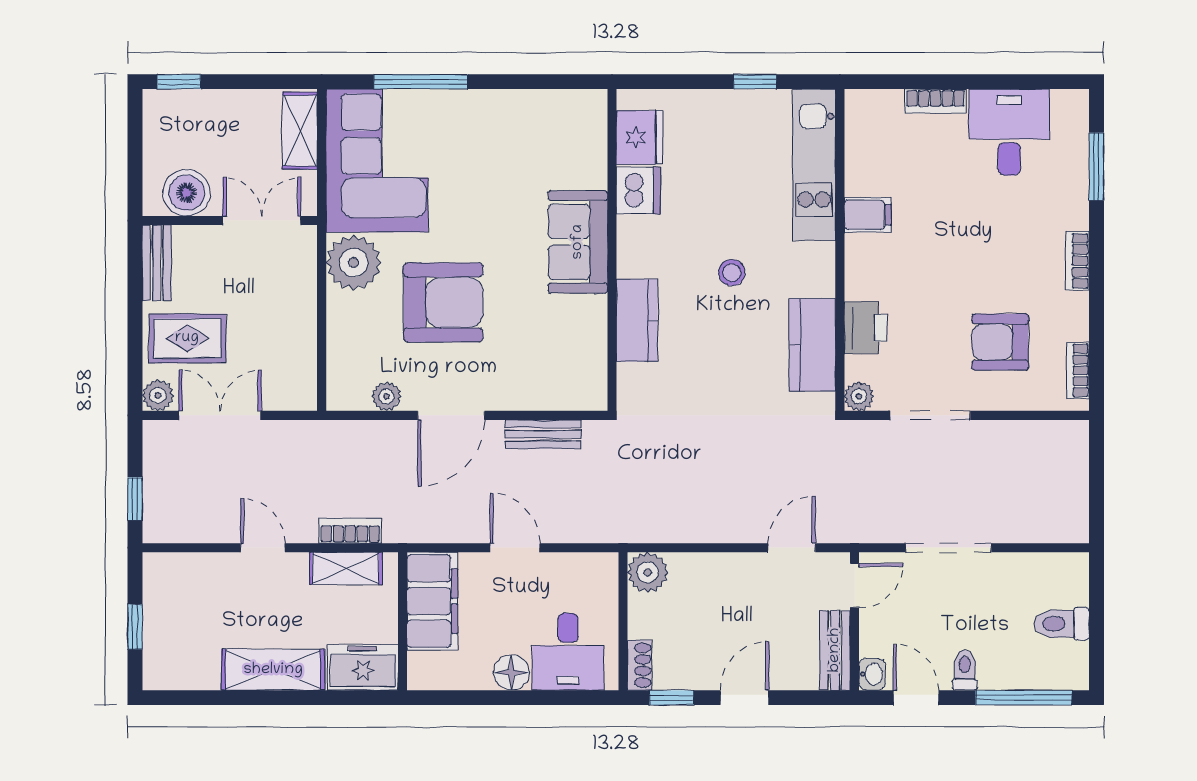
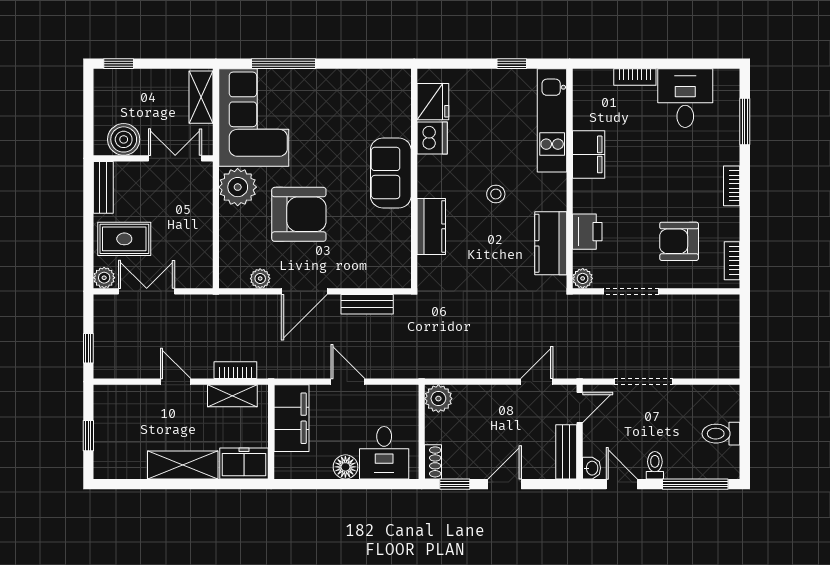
filing cabinet: (868, 215) -> (589, 154), width x2.00

